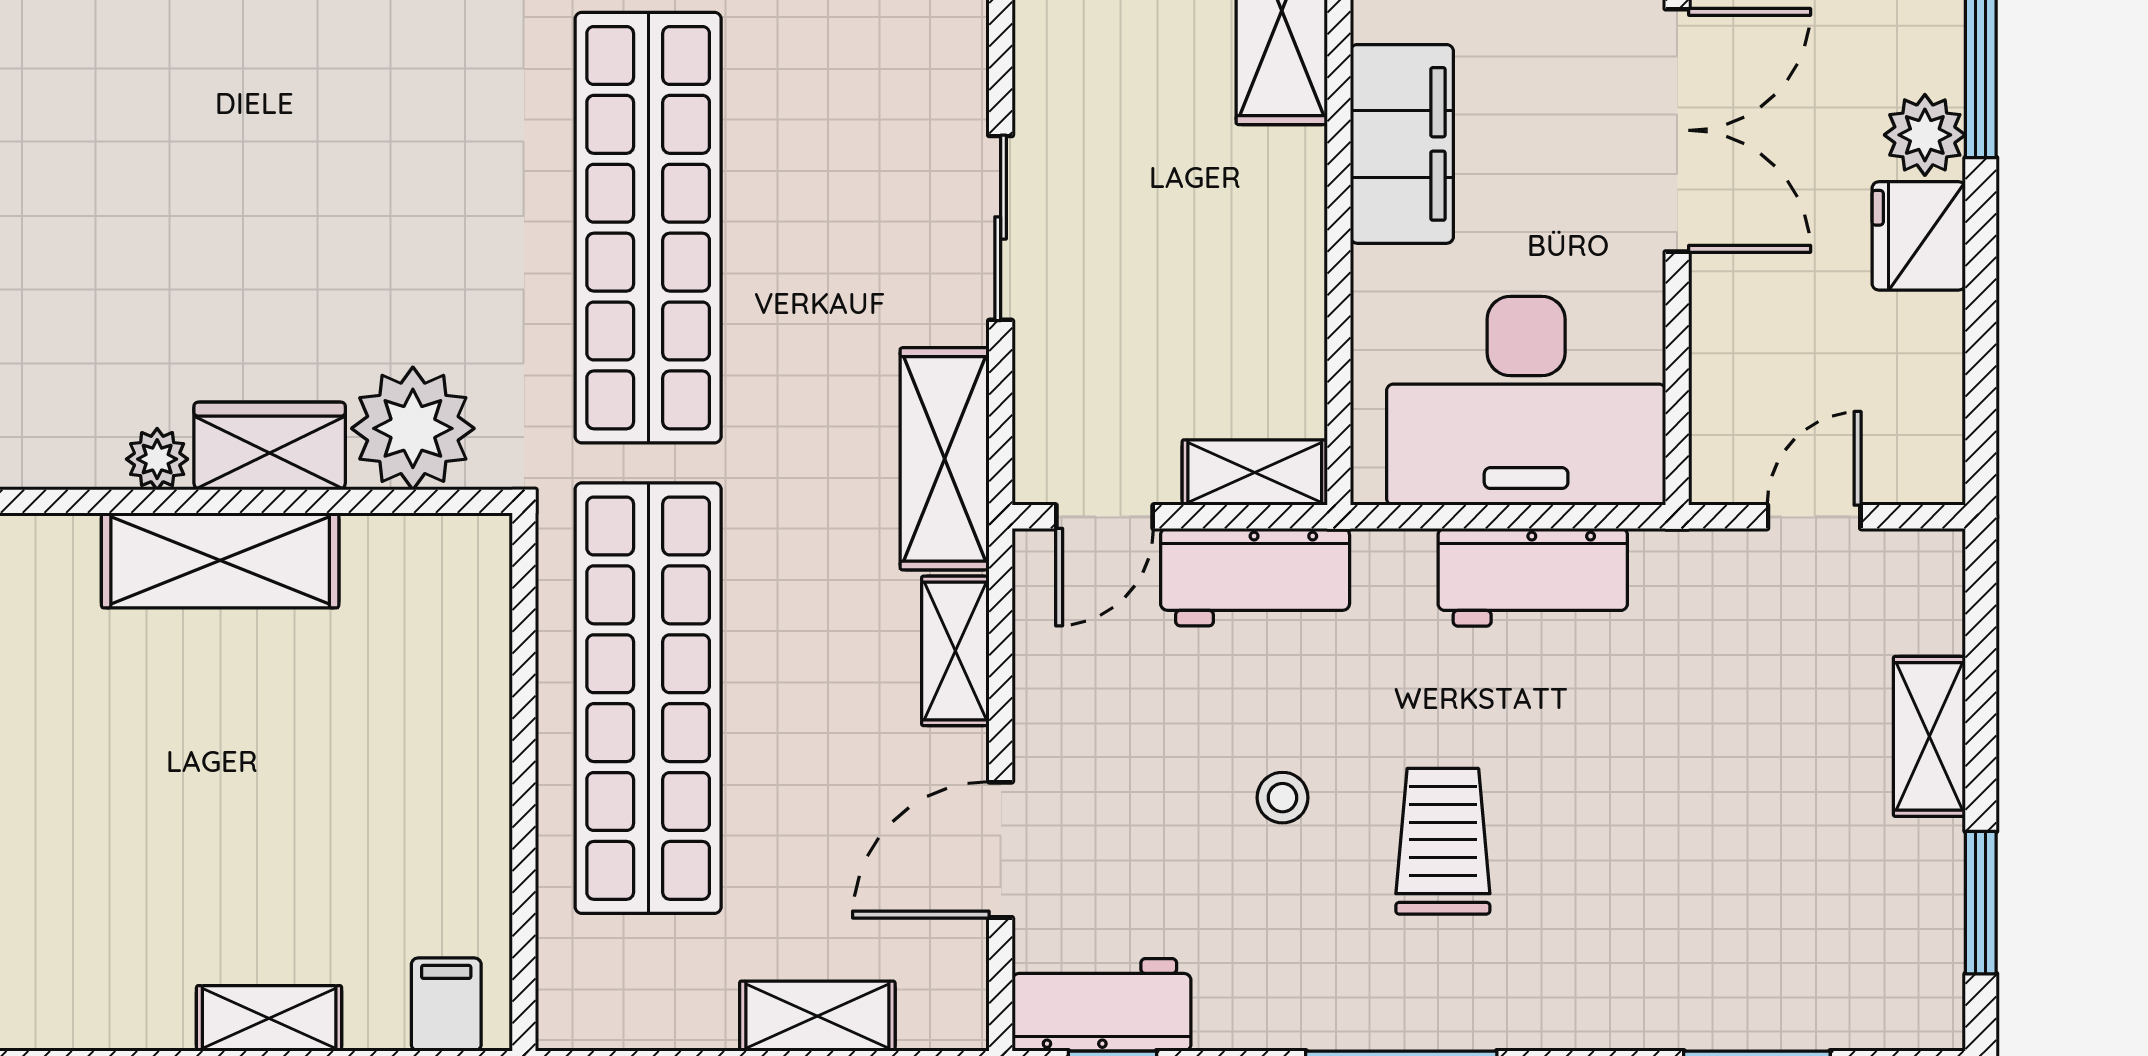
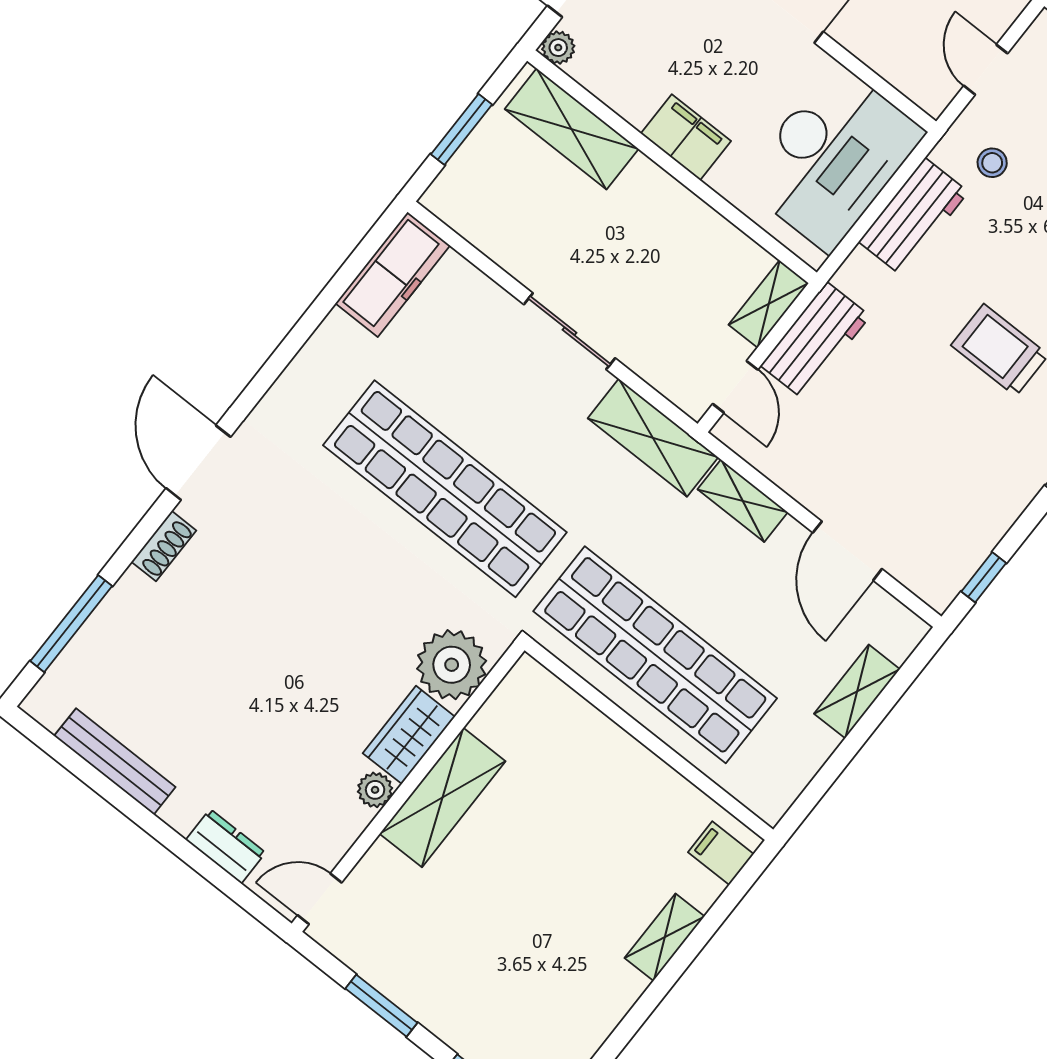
filing cabinet: (1402, 144) -> (686, 137), width x0.67, depth x0.86
stool: (1282, 798) -> (992, 163), moved
workbench: (1101, 1005) -> (952, 560), removed

